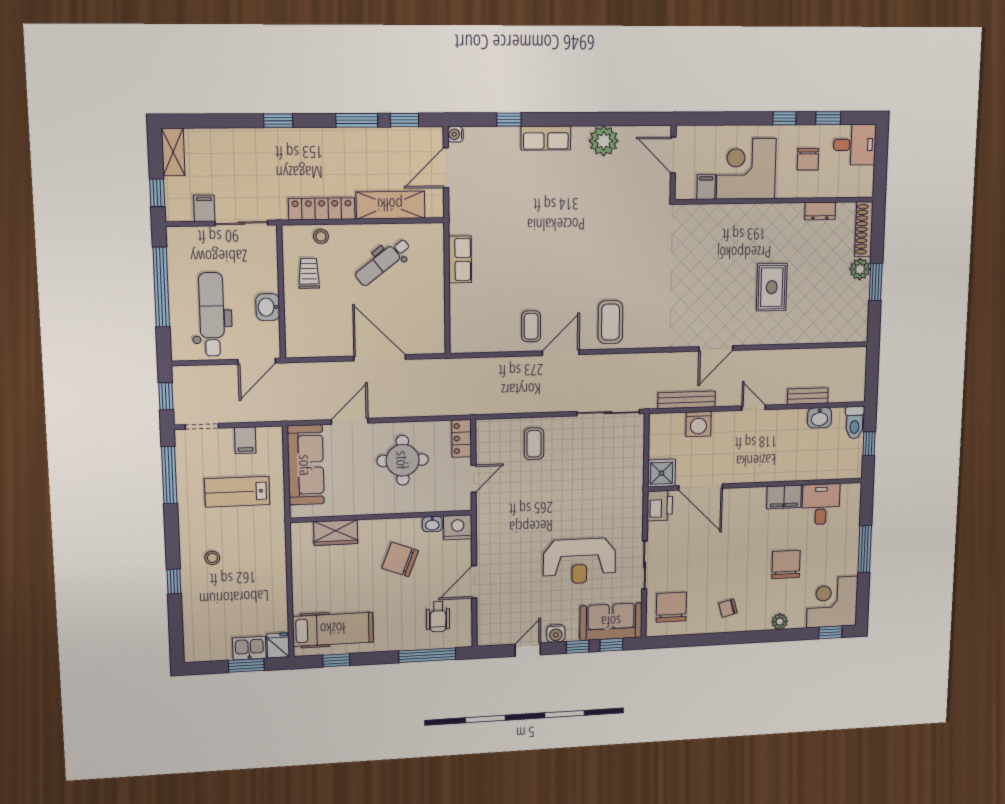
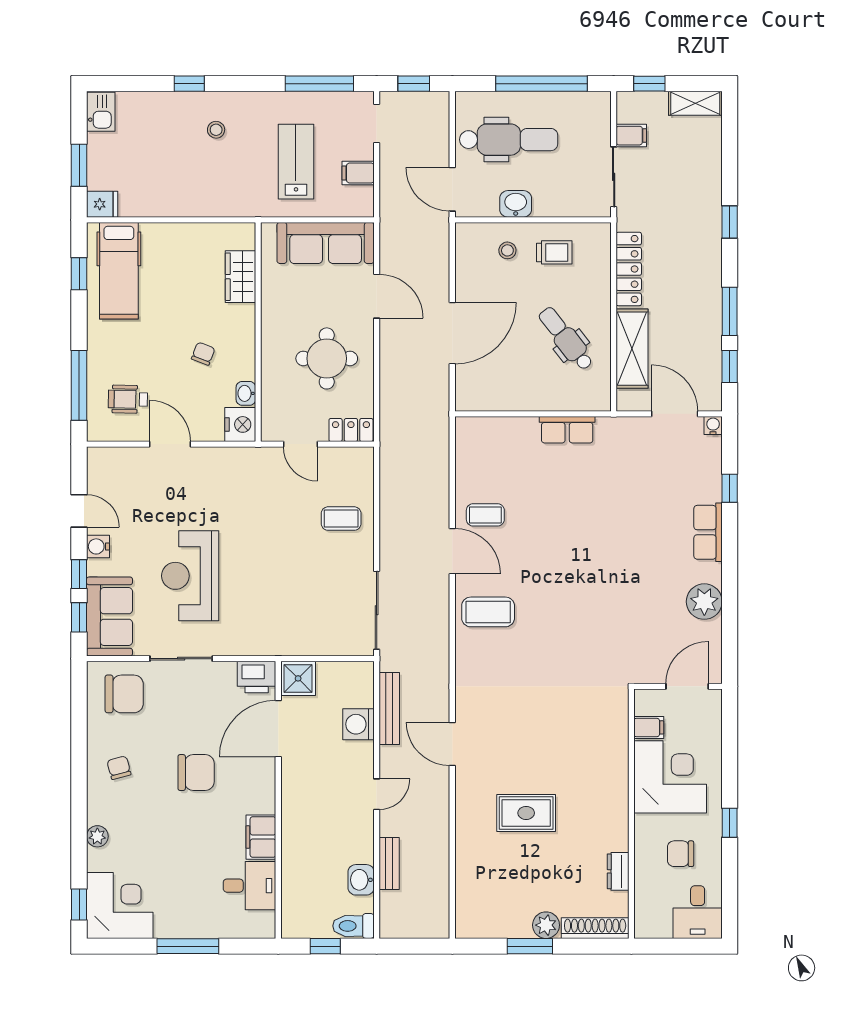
window: (828, 118) -> (730, 878), removed
stool: (321, 236) -> (507, 250), moved
chair: (400, 559) -> (203, 354), width x0.54, depth x0.54
chair: (786, 565) -> (196, 773), moved
kitchen sink: (249, 648) -> (101, 112), moved

